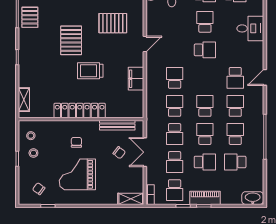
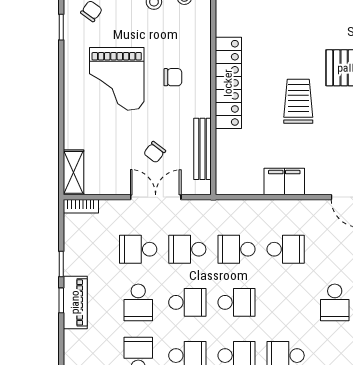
school desk: (175, 106) -> (236, 249), turned 180
grand piano: (77, 174) -> (117, 79), turned 180
school desk: (175, 190) -> (89, 249), removed

